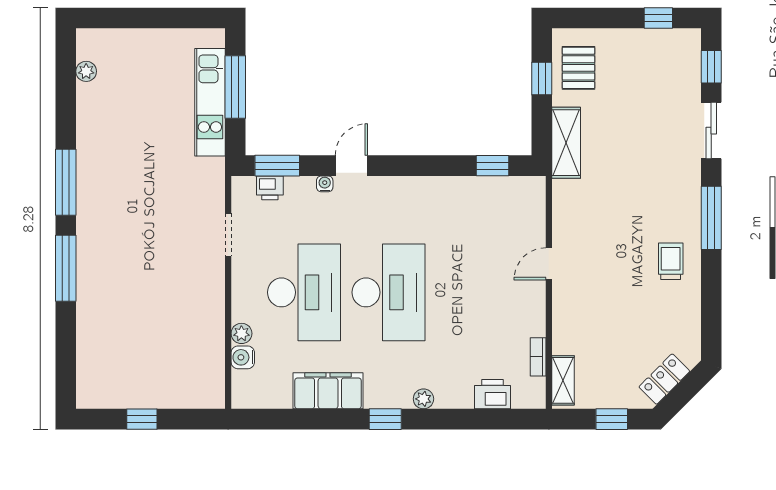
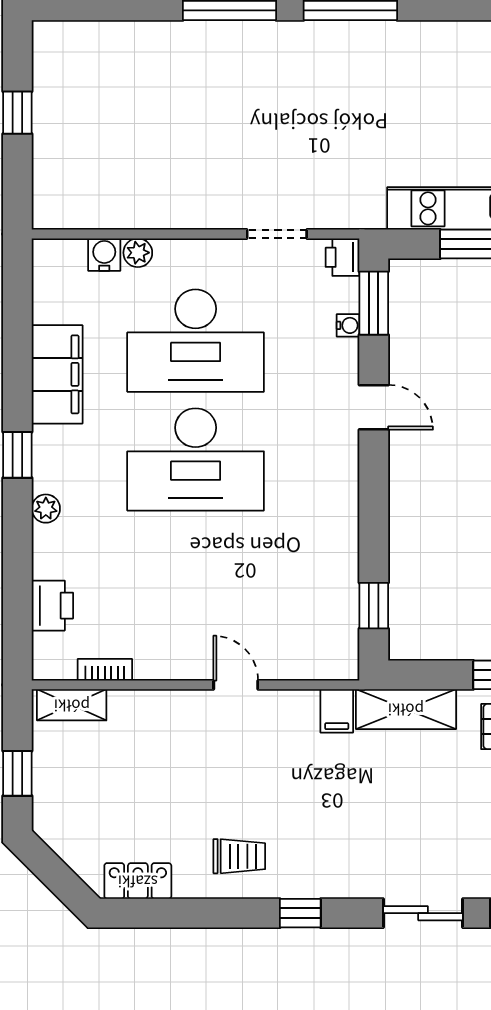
water cooler: (325, 184) -> (348, 325), moved
printer: (270, 188) -> (342, 257), moved
filing cabinet: (567, 192) -> (337, 711), added
window: (711, 218) -> (300, 913), width x0.46
locker: (664, 379) -> (138, 881), moved, turned -45

